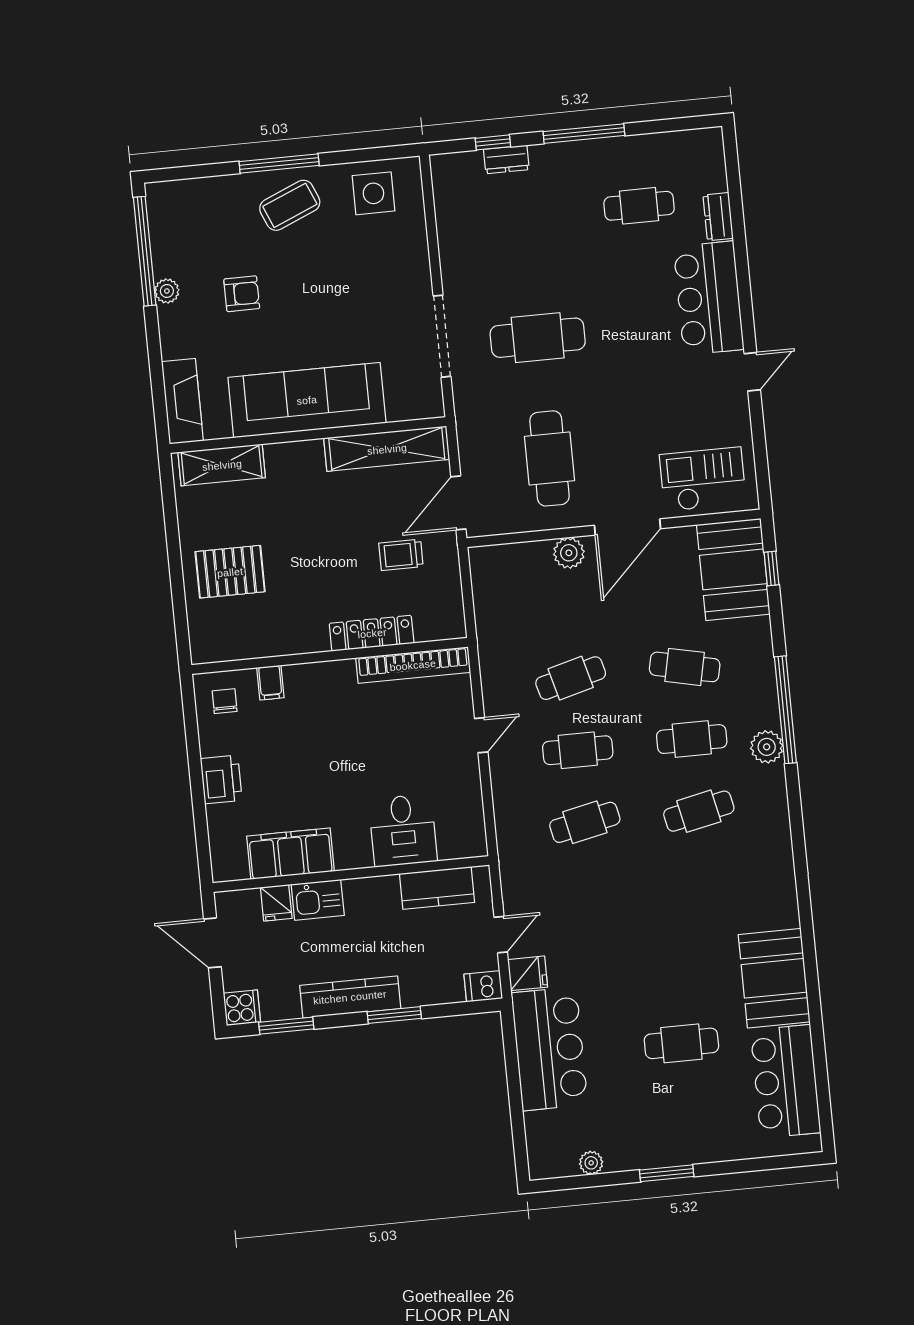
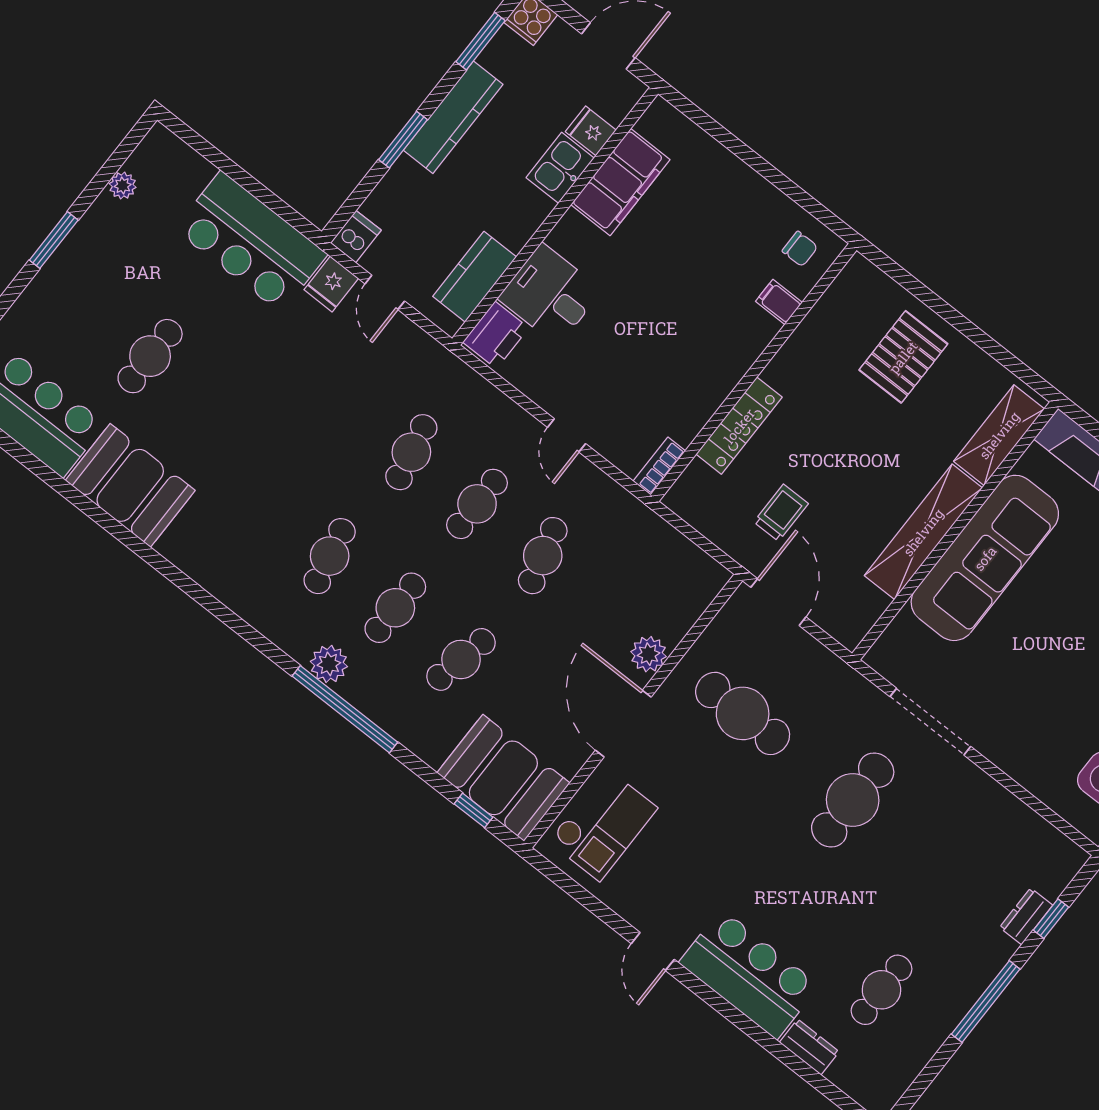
shelving: (387, 449) -> (923, 532), moved
bookcase: (413, 665) -> (659, 466), width x0.43, depth x0.76
printer: (221, 779) -> (496, 335), moved, turned -90

